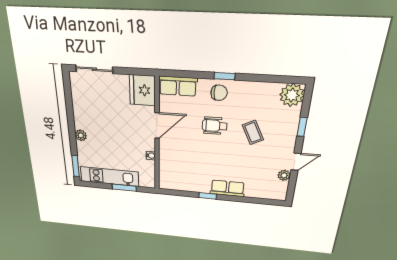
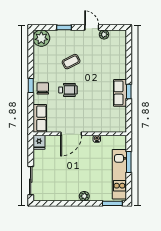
fridge: (142, 90) -> (39, 142), width x0.53, depth x0.75
door: (157, 126) -> (71, 134), swing flipped
wheelchair: (215, 126) -> (68, 90), turned -90
row of seats: (227, 188) -> (120, 93), moved

